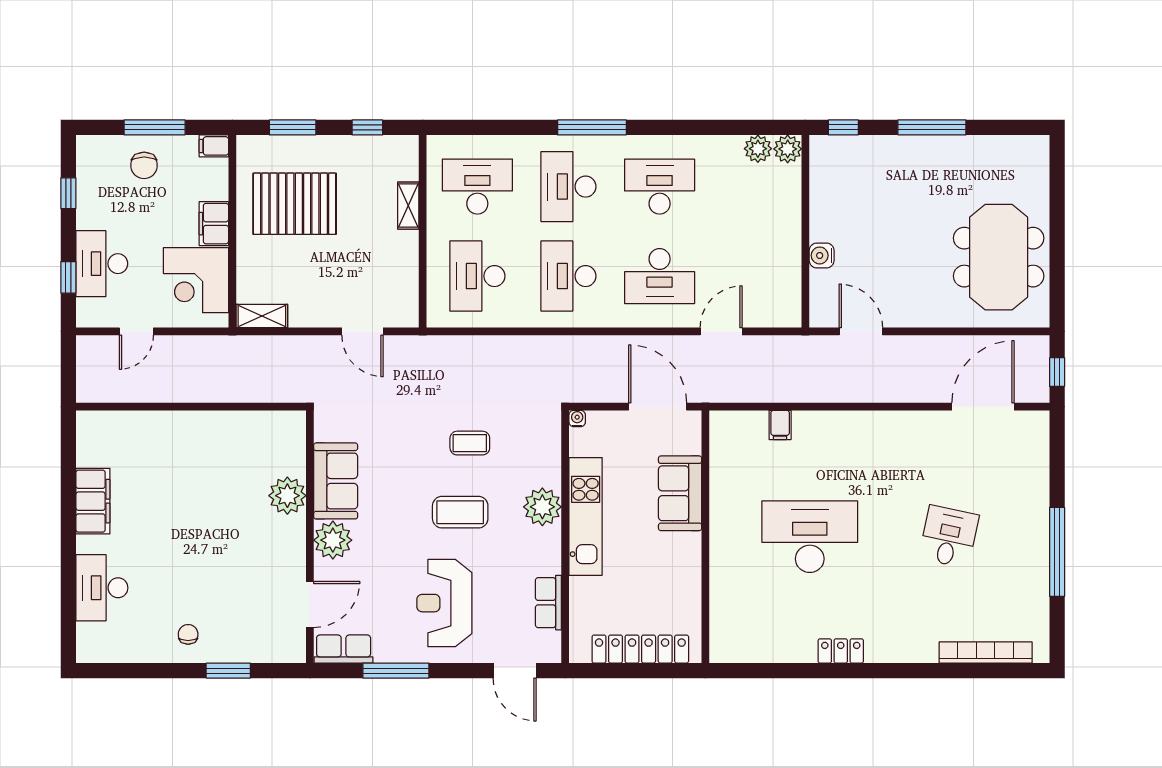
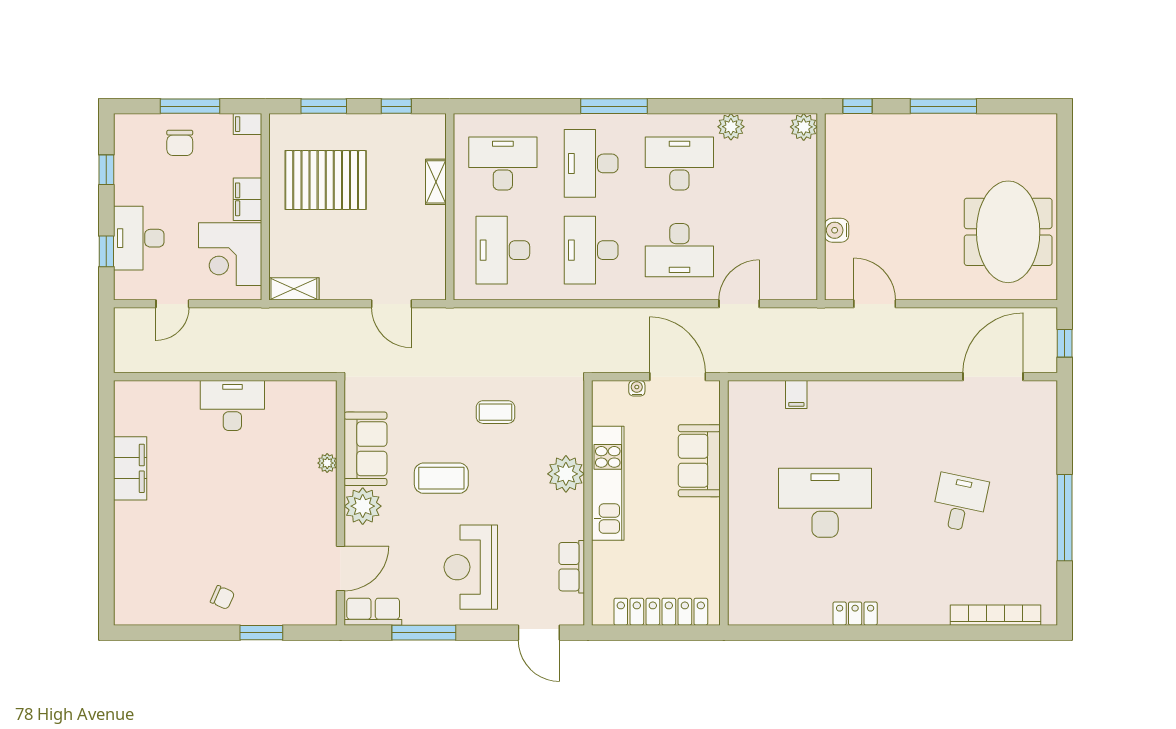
plant: (758, 149) -> (731, 127), moved
water cooler: (577, 418) -> (637, 388), moved
plant: (287, 496) -> (327, 463), width x0.53, depth x0.53
coffee table: (460, 512) -> (441, 478), moved
desk: (102, 588) -> (232, 405), moved, turned 90
chair: (188, 634) -> (222, 597), turned 114

